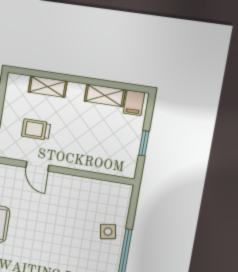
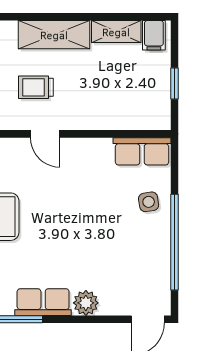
shelving: (48, 87) -> (54, 35), width x1.50, depth x1.33
row of seats: (109, 192) -> (142, 151), added

